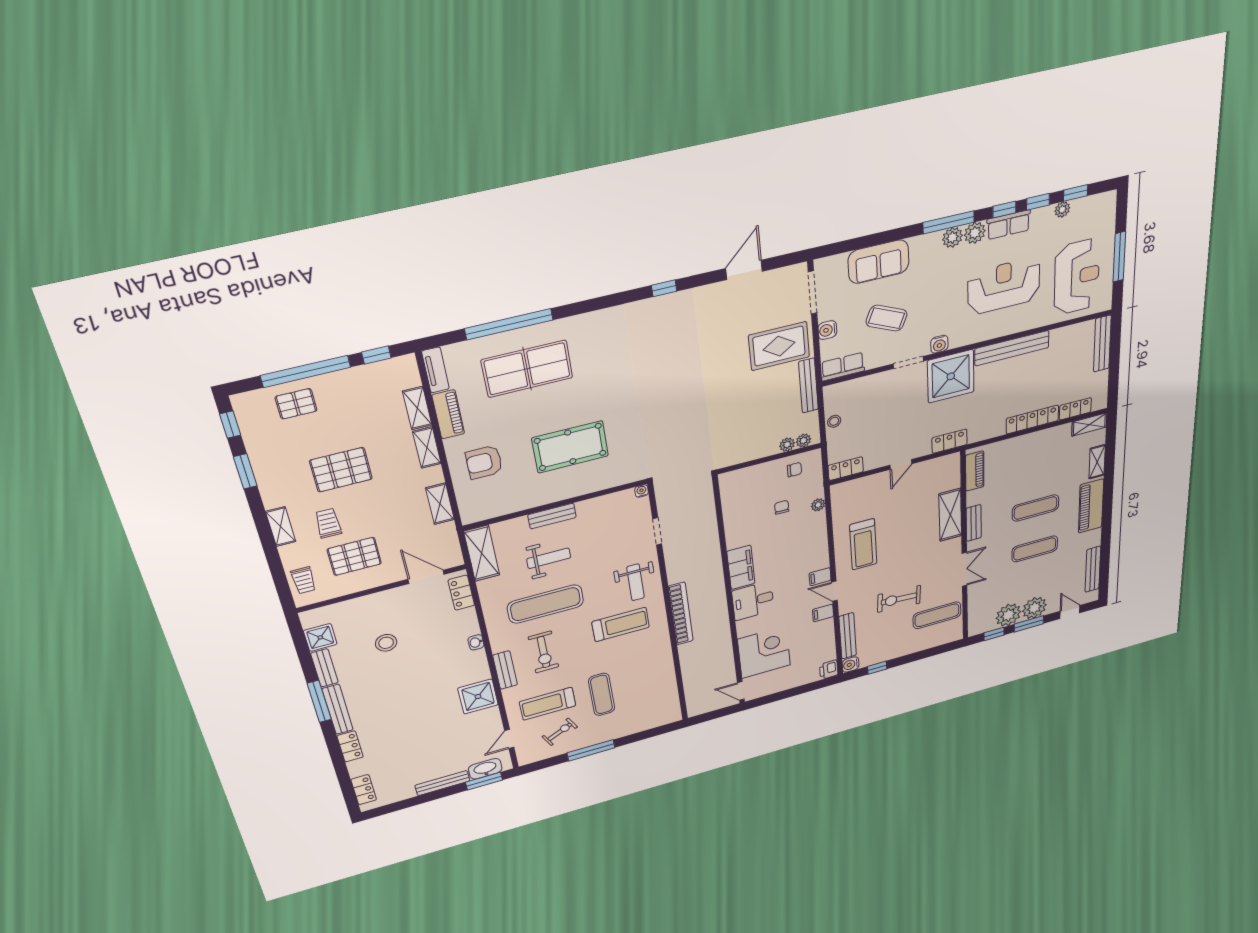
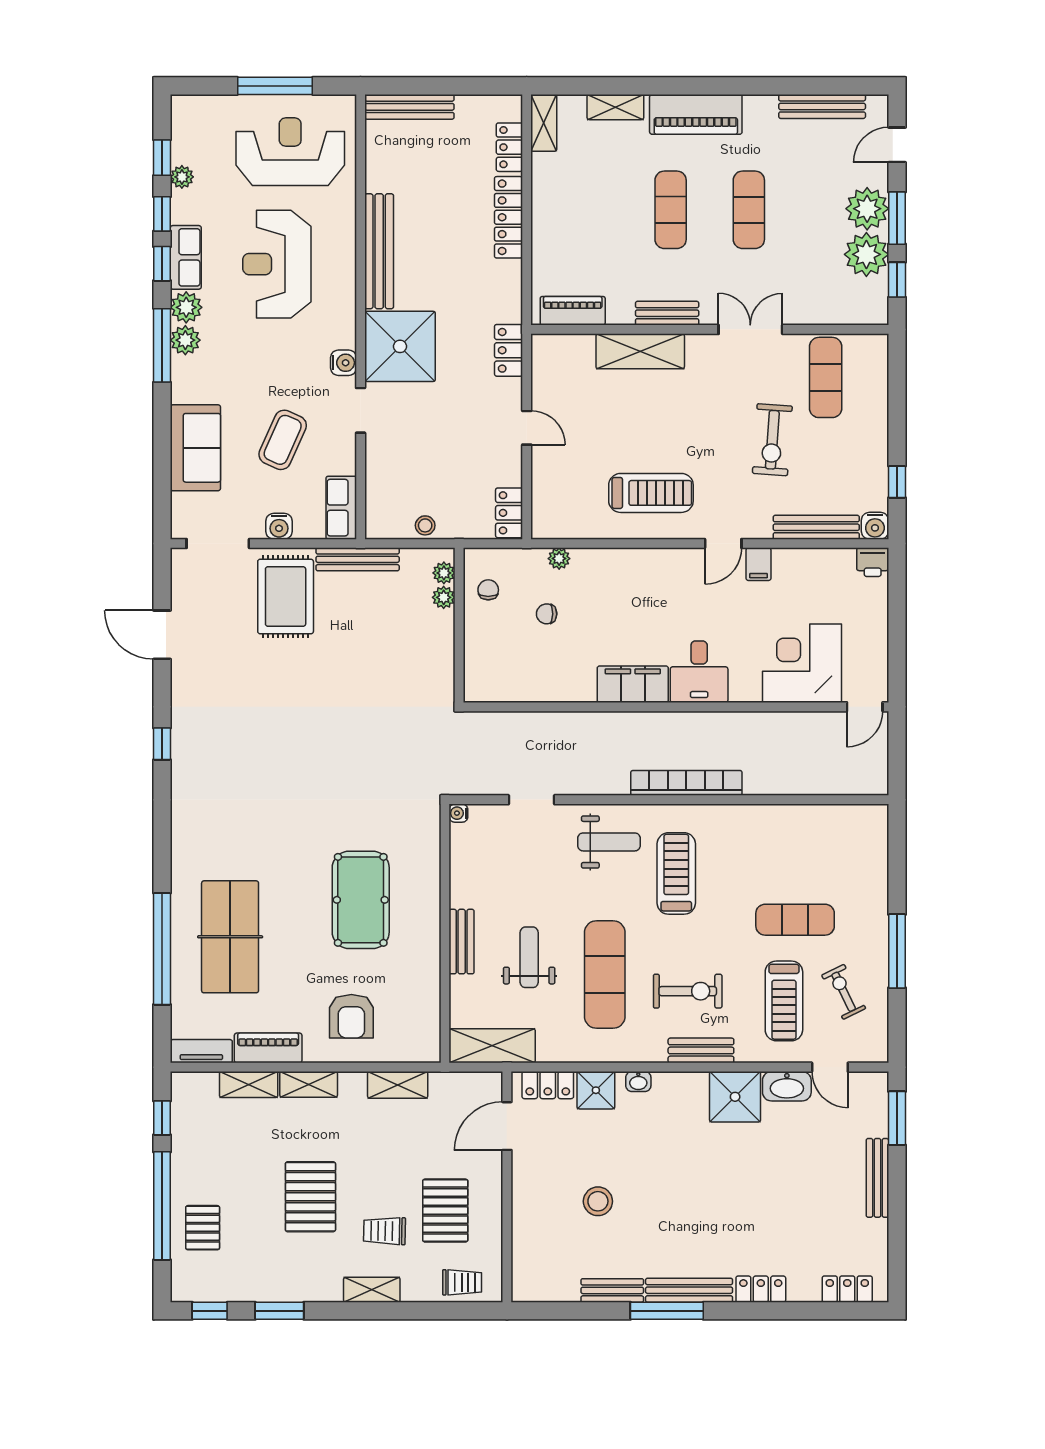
filing cabinet: (820, 577) -> (689, 564), removed
shower: (320, 637) -> (596, 1090), moved
washbasin: (485, 769) -> (787, 1086), moved, turned -90

